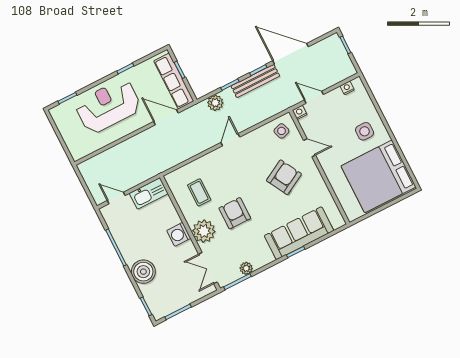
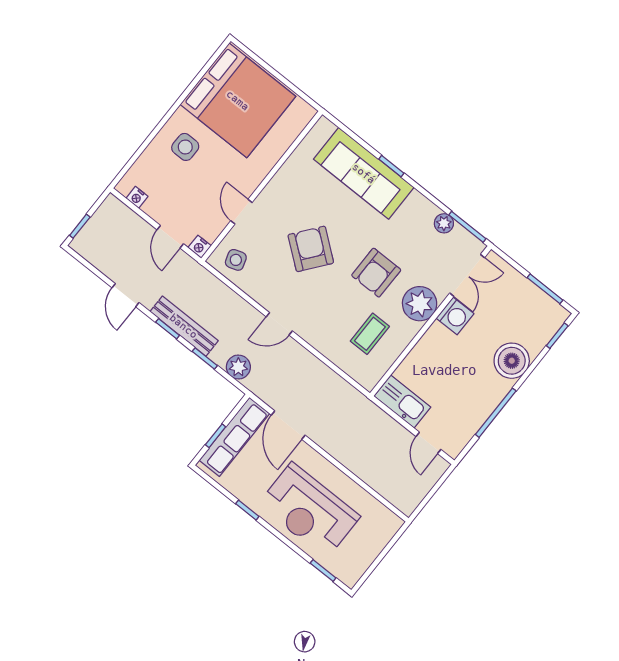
door: (291, 54) -> (125, 295), width x0.53
armchair: (284, 177) -> (311, 249), moved, turned 67
washing machine: (179, 234) -> (455, 316), moved

